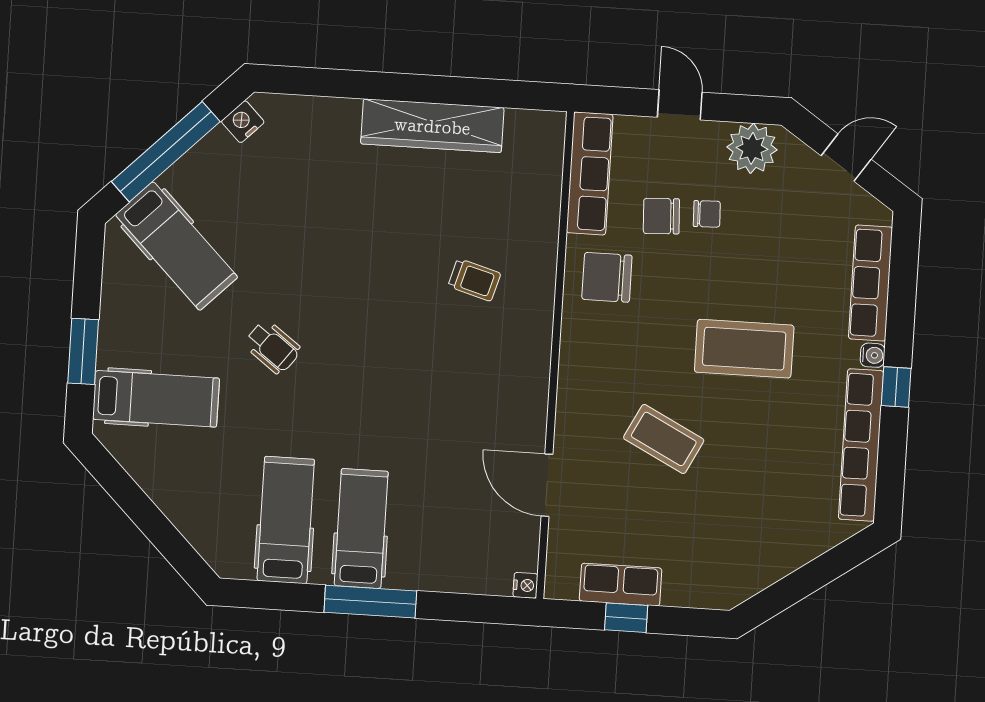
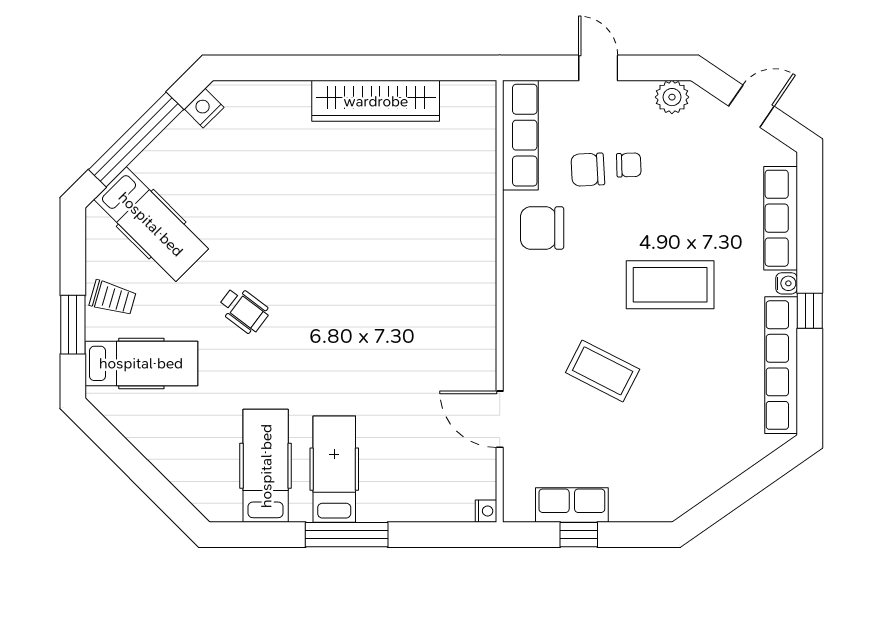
plant: (752, 148) -> (672, 97), width x0.73, depth x0.73
trolley: (474, 280) -> (113, 298), moved

